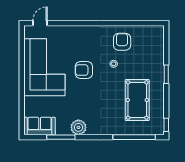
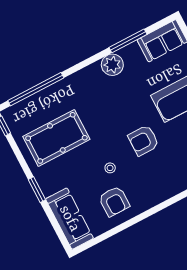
sofa: (156, 46) -> (69, 219), added
armchair: (84, 70) -> (144, 140), turned 180
pool table: (137, 100) -> (56, 138), turned 90

